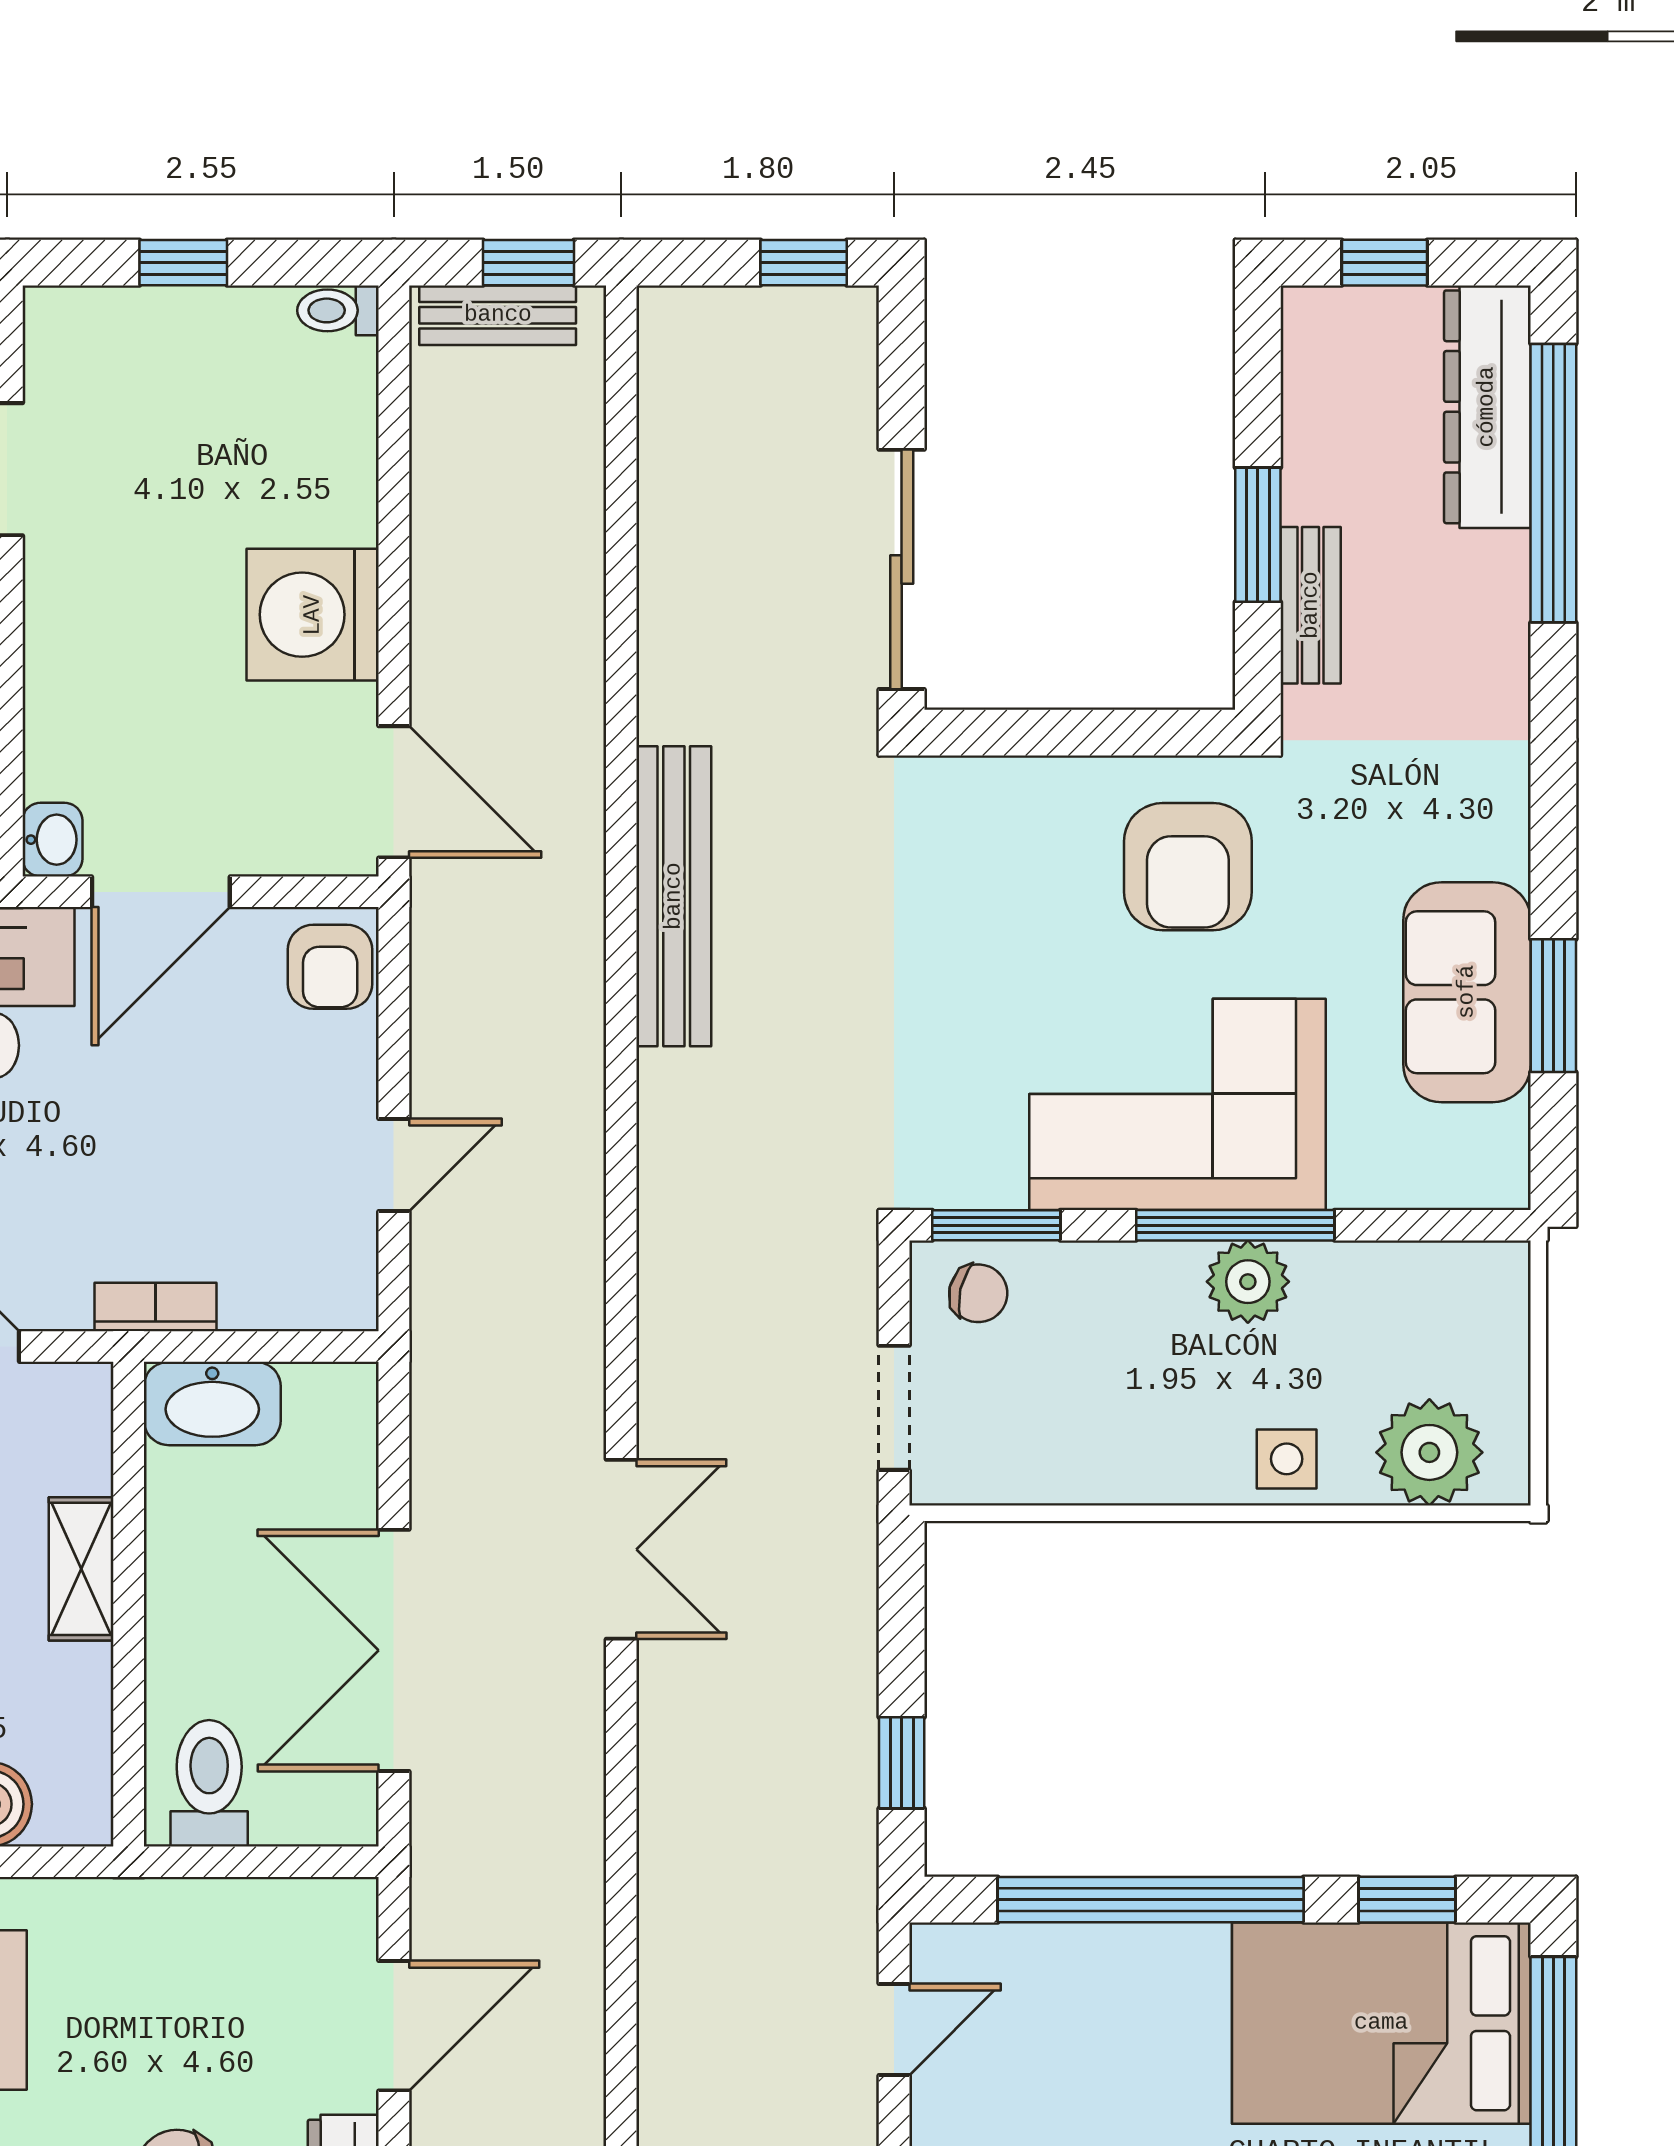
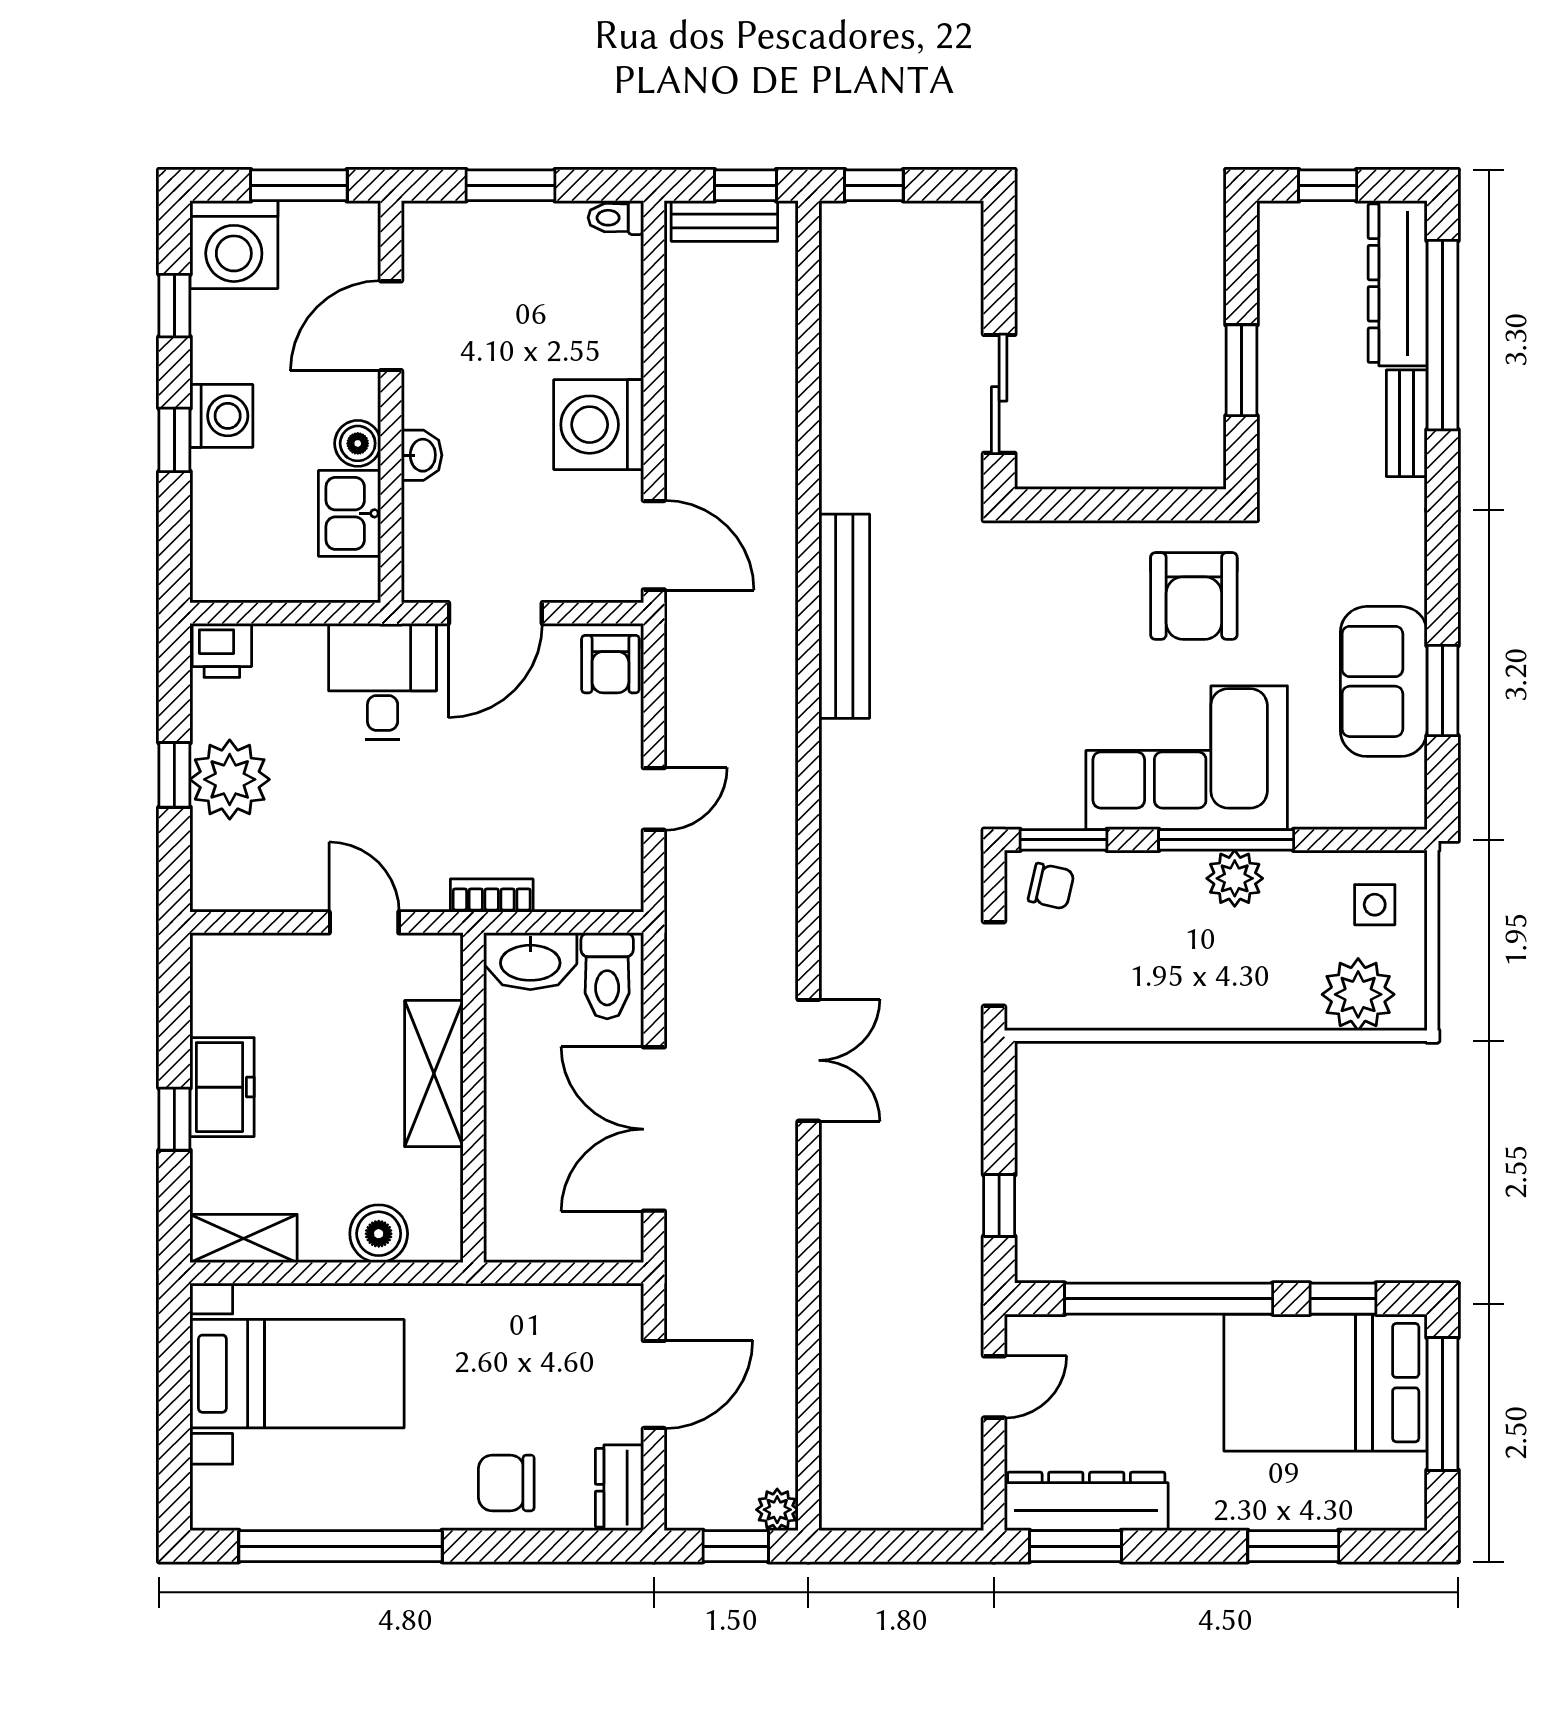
window: (183, 263) -> (511, 185), width x1.50
window: (804, 263) -> (874, 185), moved
sliding door: (902, 569) -> (999, 394), width x0.73
bench: (1311, 605) -> (1407, 423), moved
washbasin: (52, 840) -> (422, 455), moved
side table: (1287, 1459) -> (1375, 905), moved
shelving: (81, 1569) -> (434, 1074), width x1.50, depth x1.33
toilet: (209, 1783) -> (607, 976), moved, turned 180

